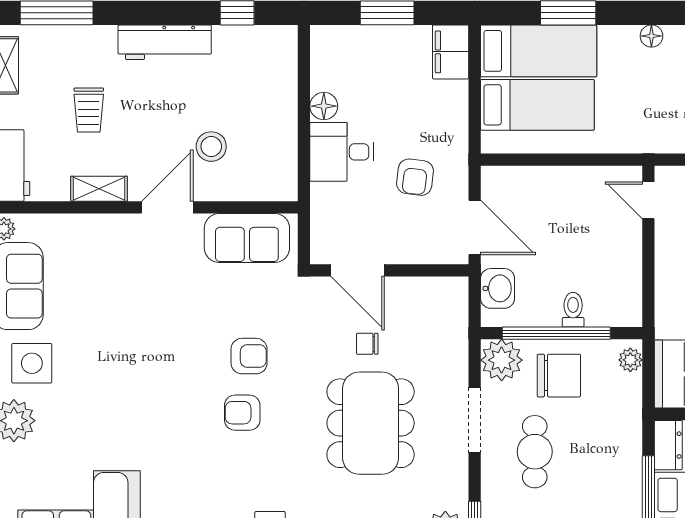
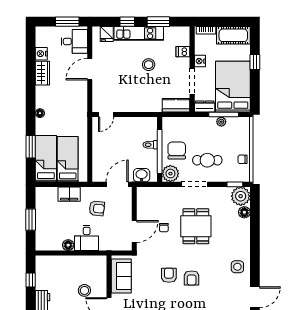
filing cabinet: (451, 52) -> (69, 194), moved
plant: (630, 360) -> (221, 122), moved
dining table: (371, 423) -> (196, 226), width x0.73

